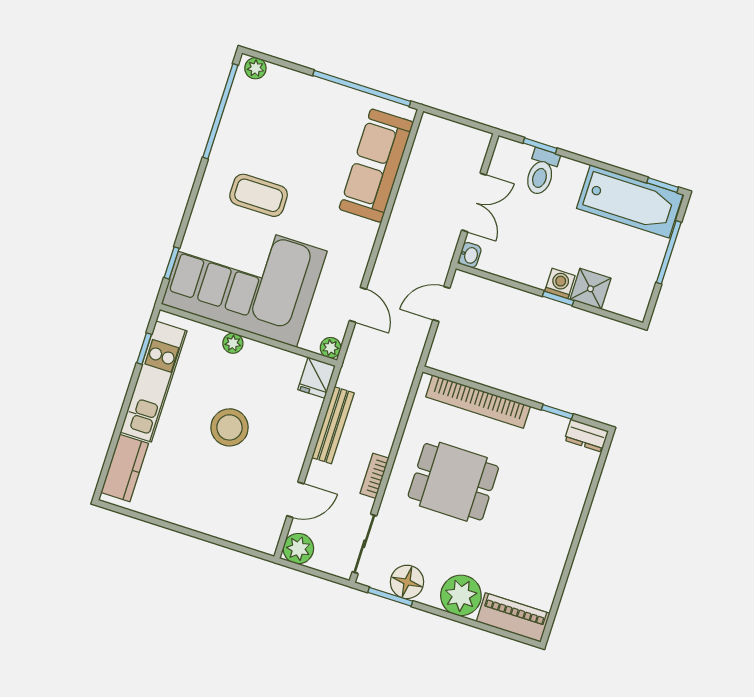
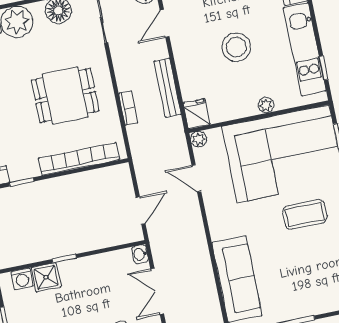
washing machine: (560, 283) -> (22, 279), moved
bookcase: (375, 476) -> (128, 108), moved

